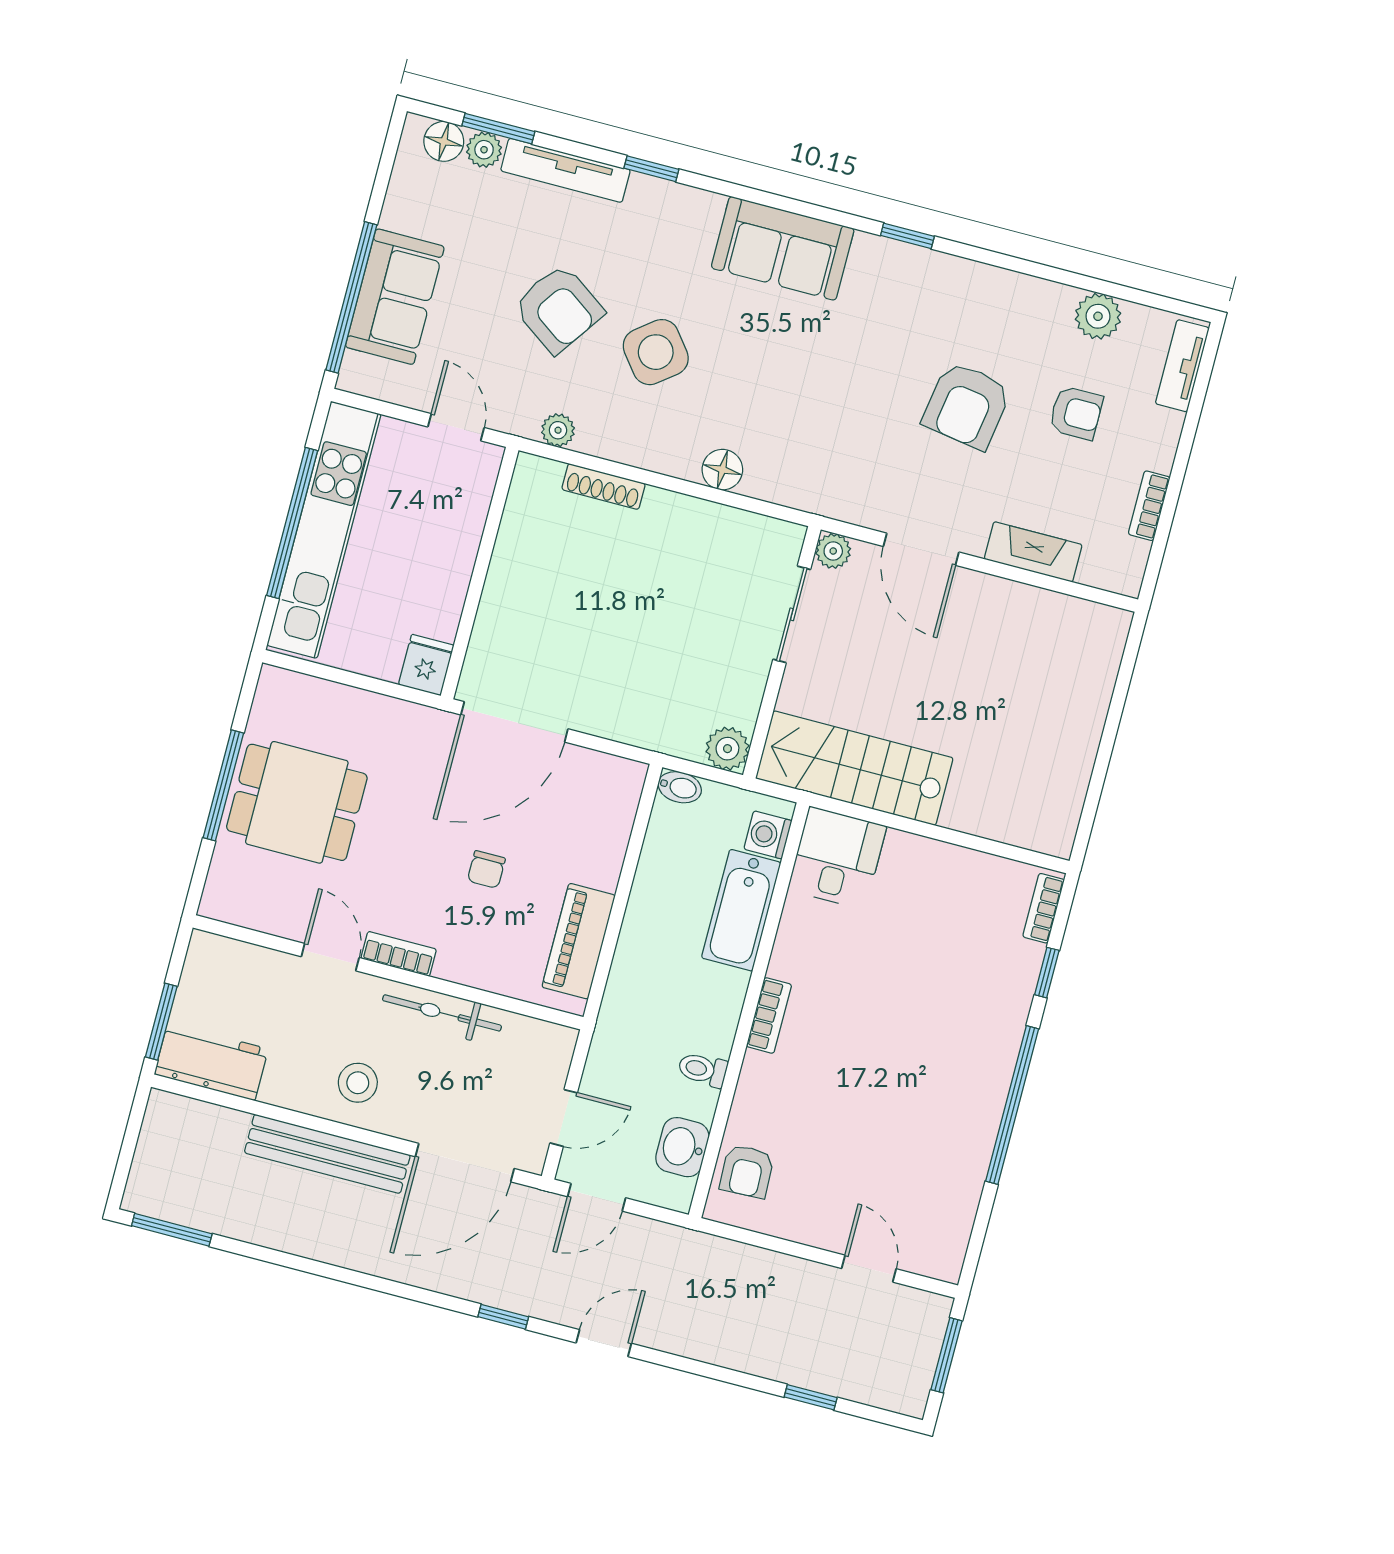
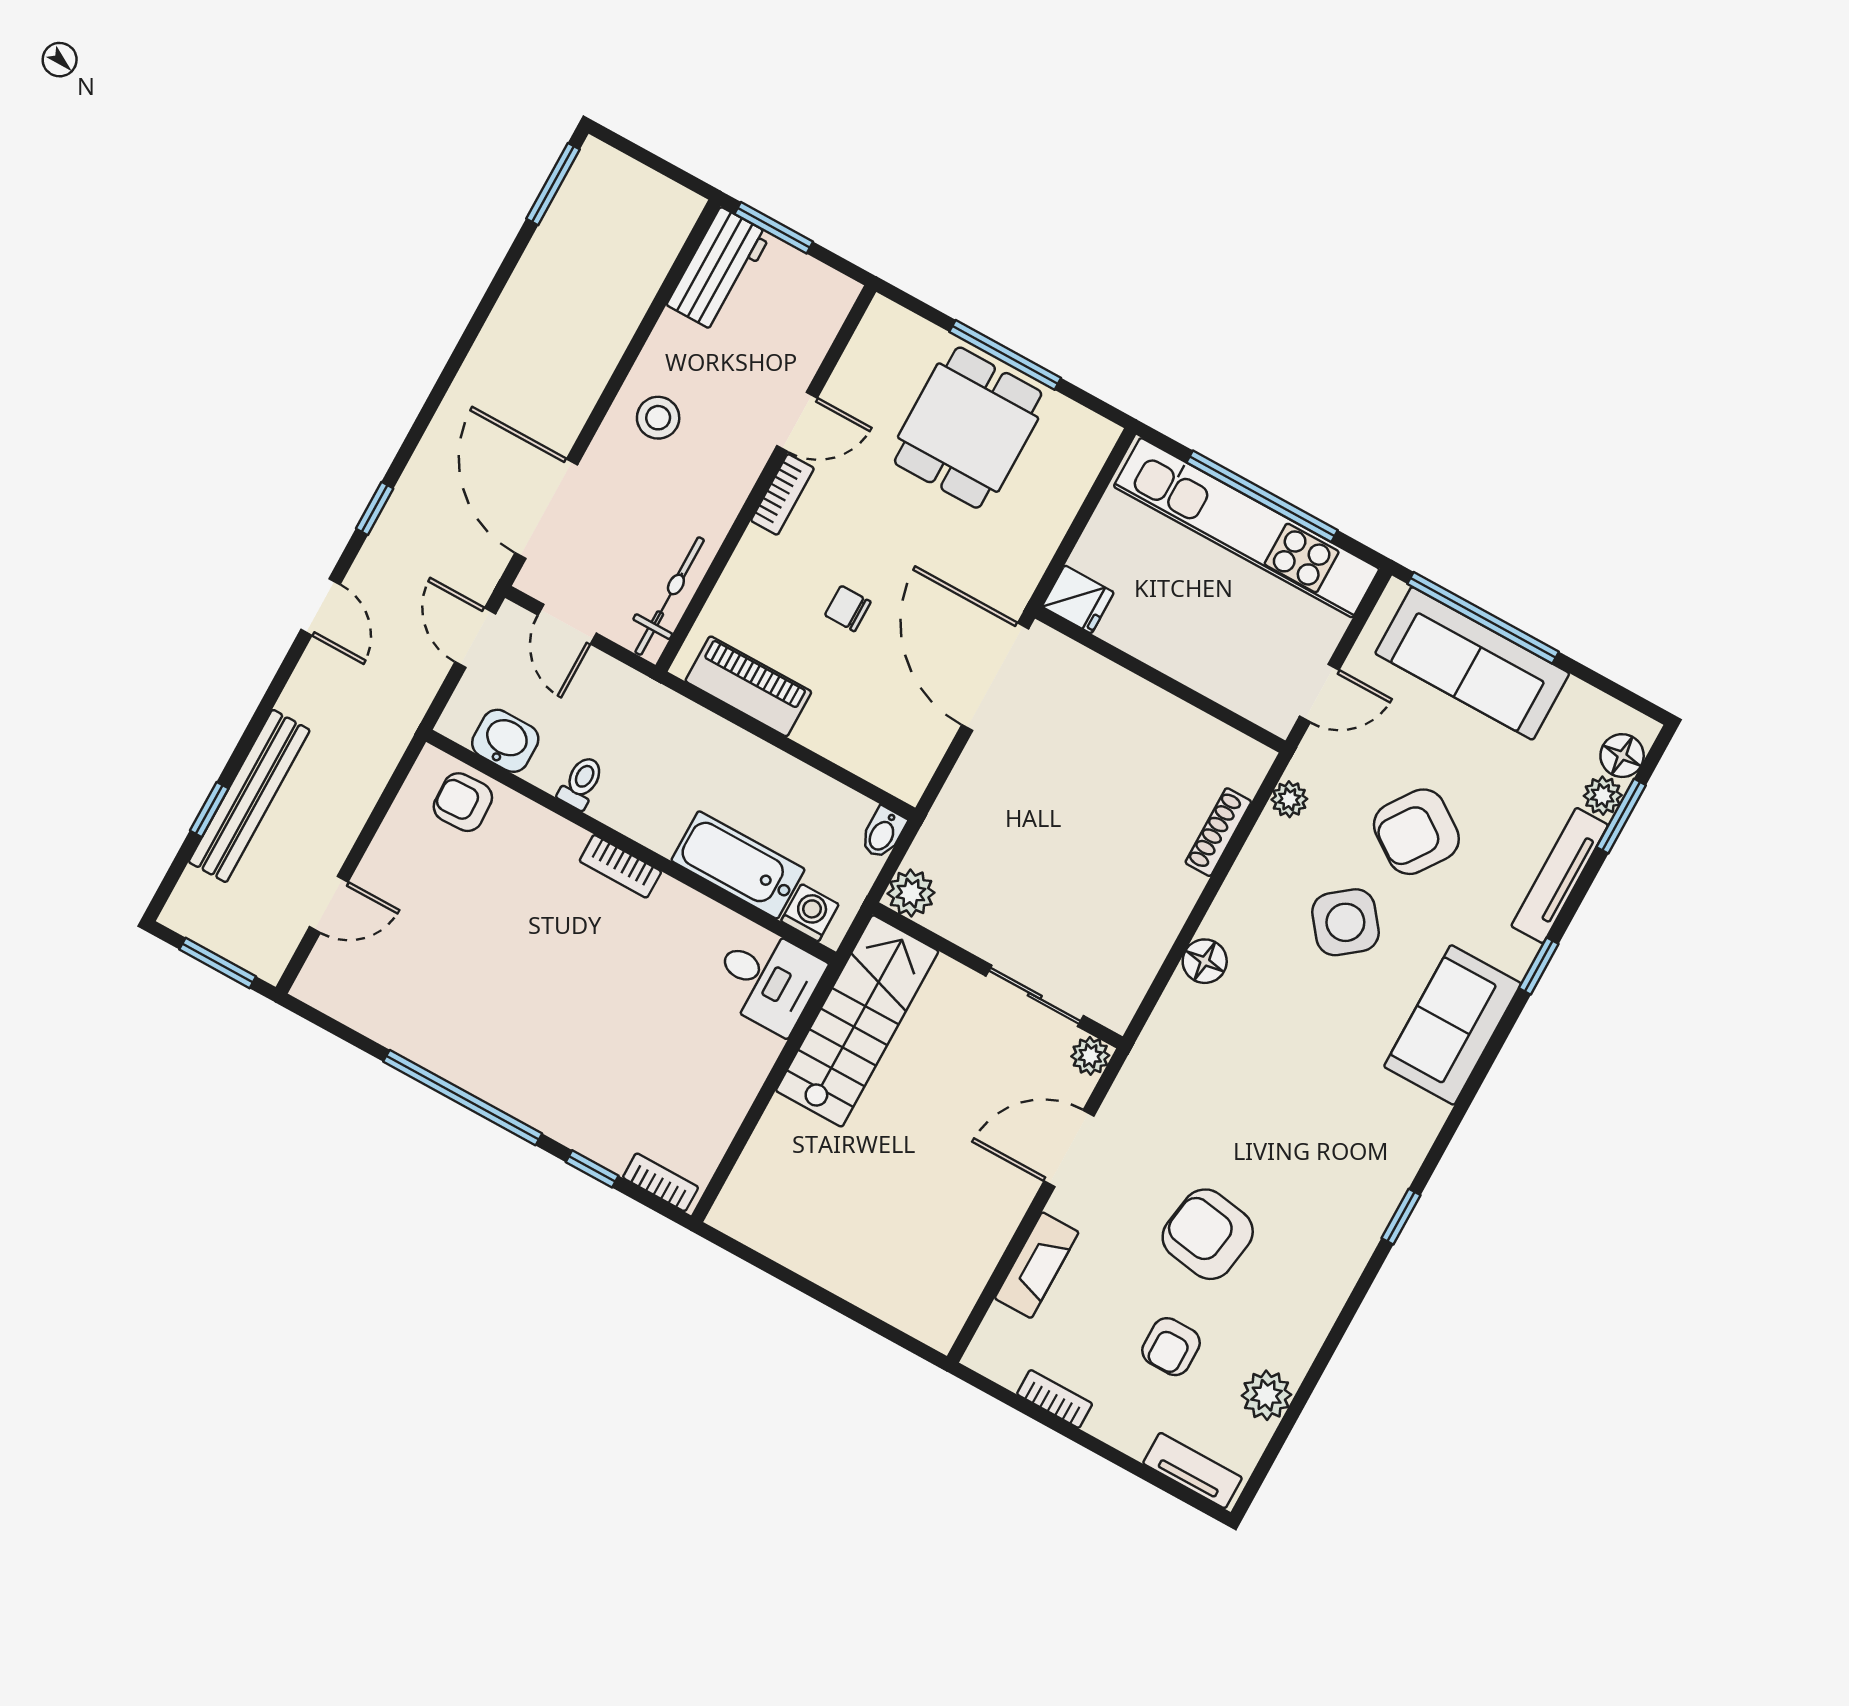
sofa: (783, 248) -> (1452, 1025), moved
sofa: (395, 297) -> (1472, 663), width x1.36
bicycle: (442, 1013) -> (670, 596), moved
bench: (327, 1154) -> (249, 796), moved

